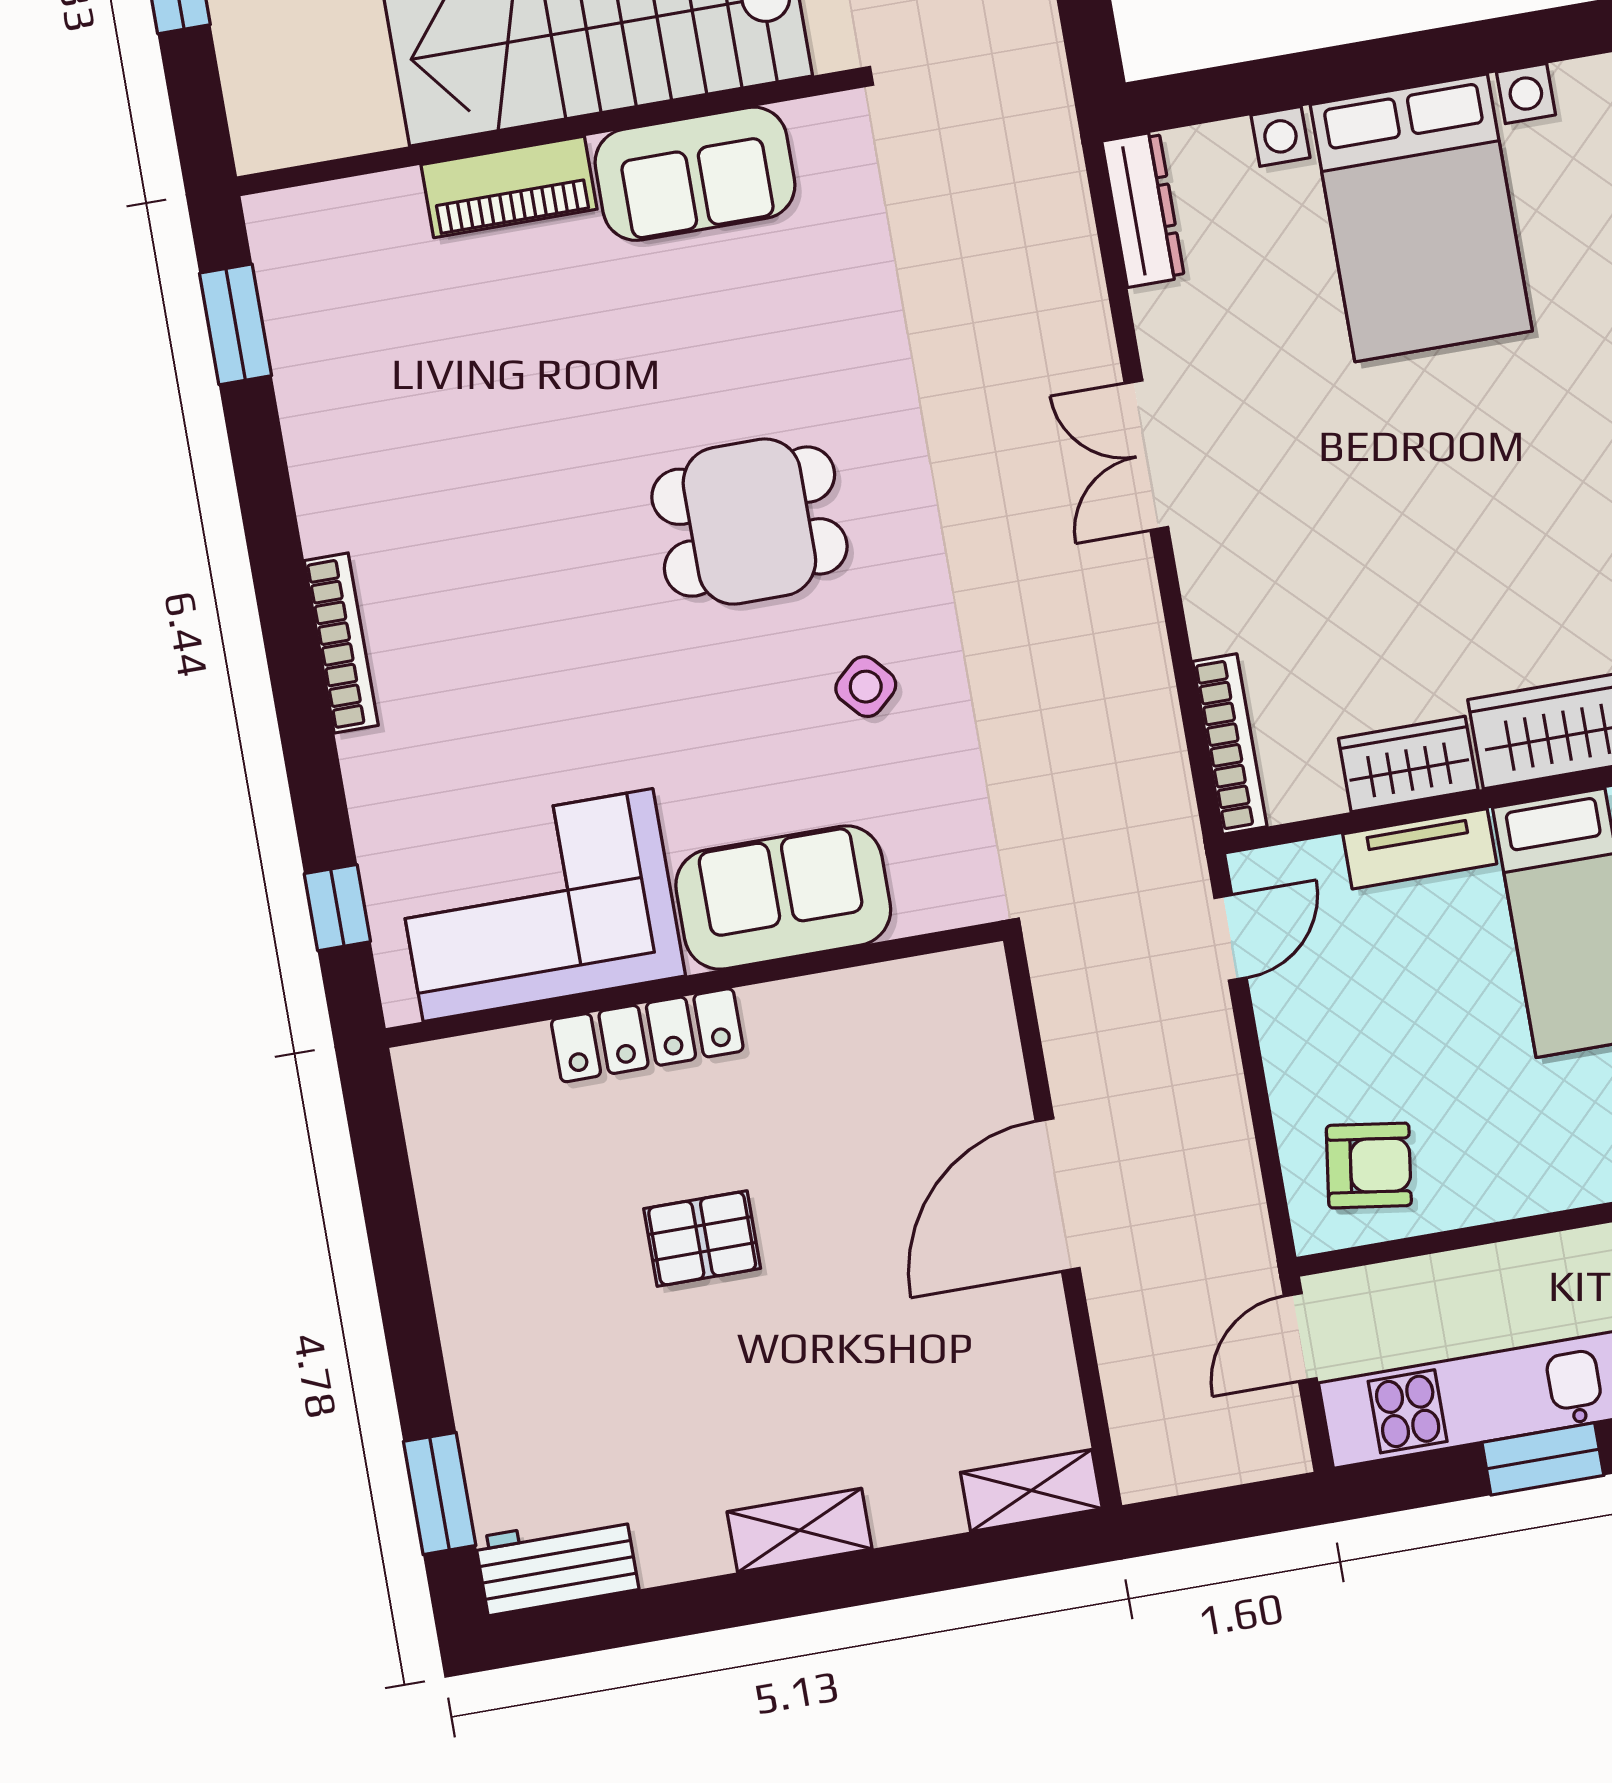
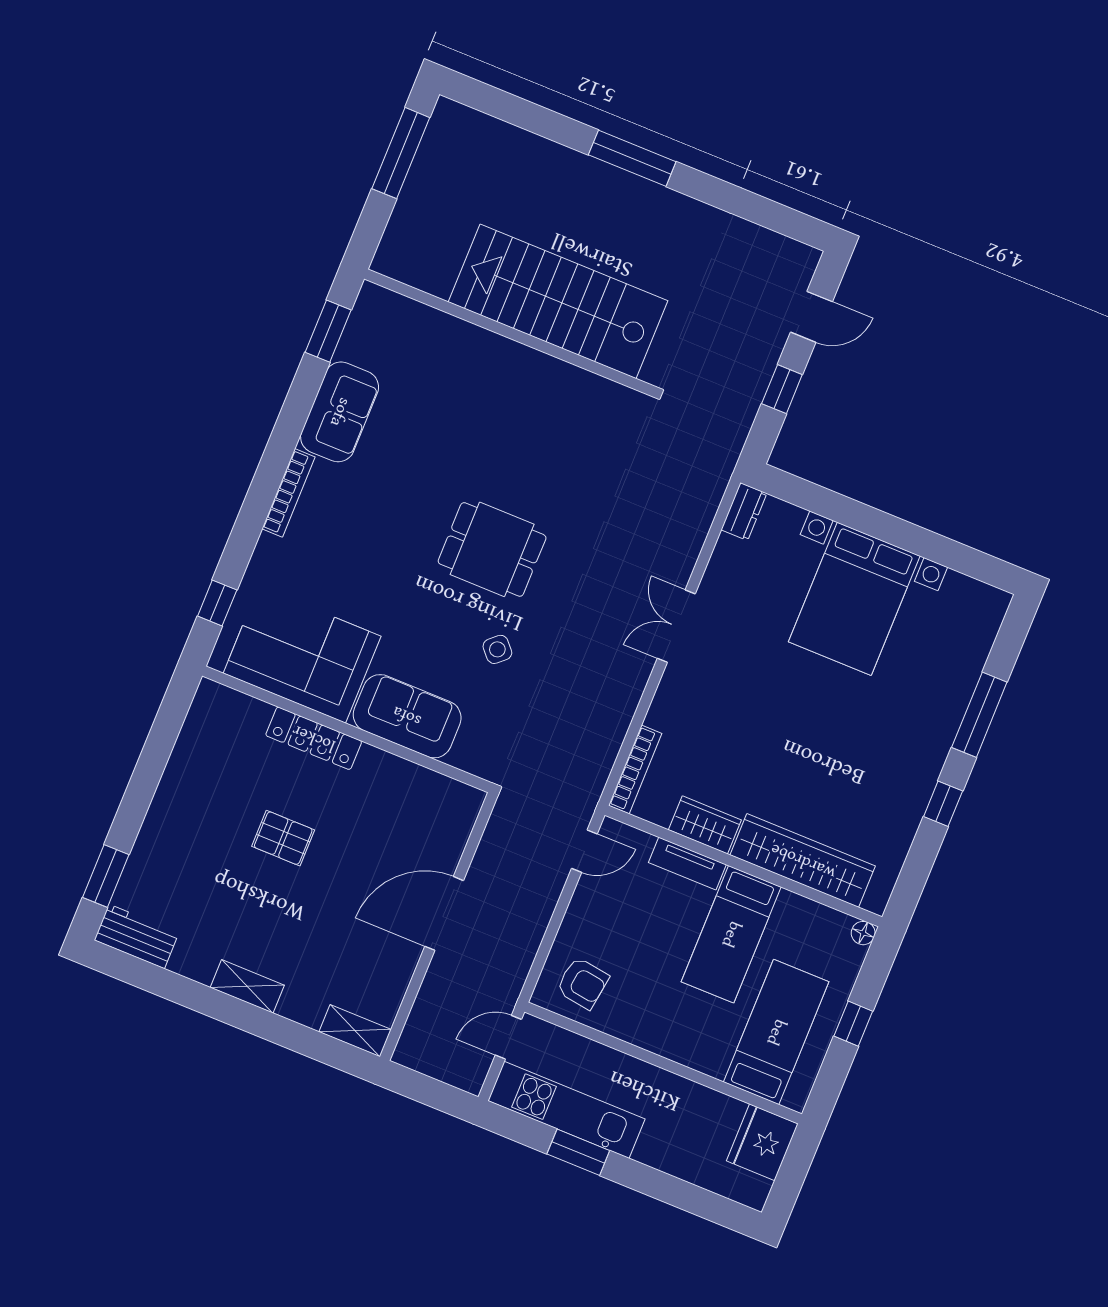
sofa: (695, 174) -> (340, 412), moved, turned -90
piano: (509, 187) -> (479, 345), removed
dresser: (1143, 209) -> (744, 512), width x0.70

